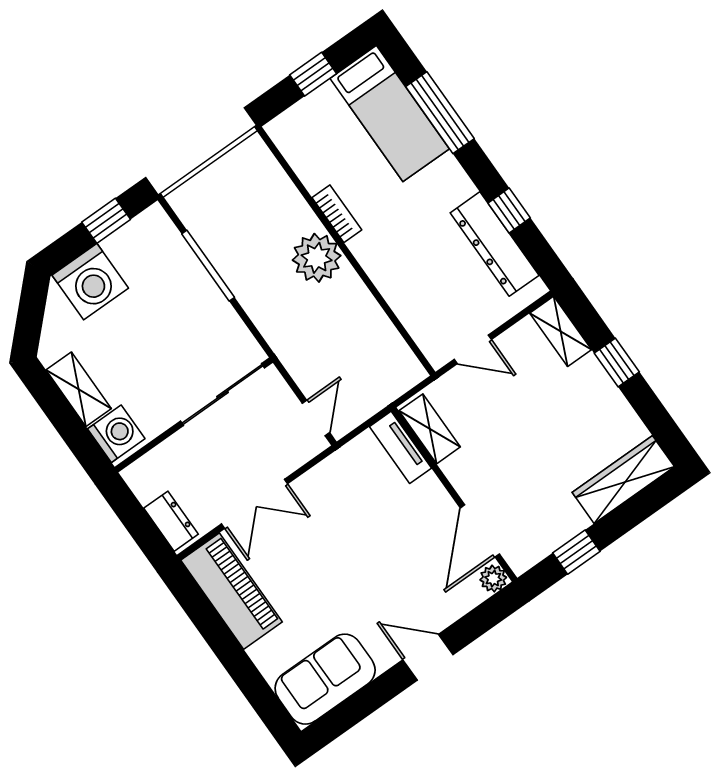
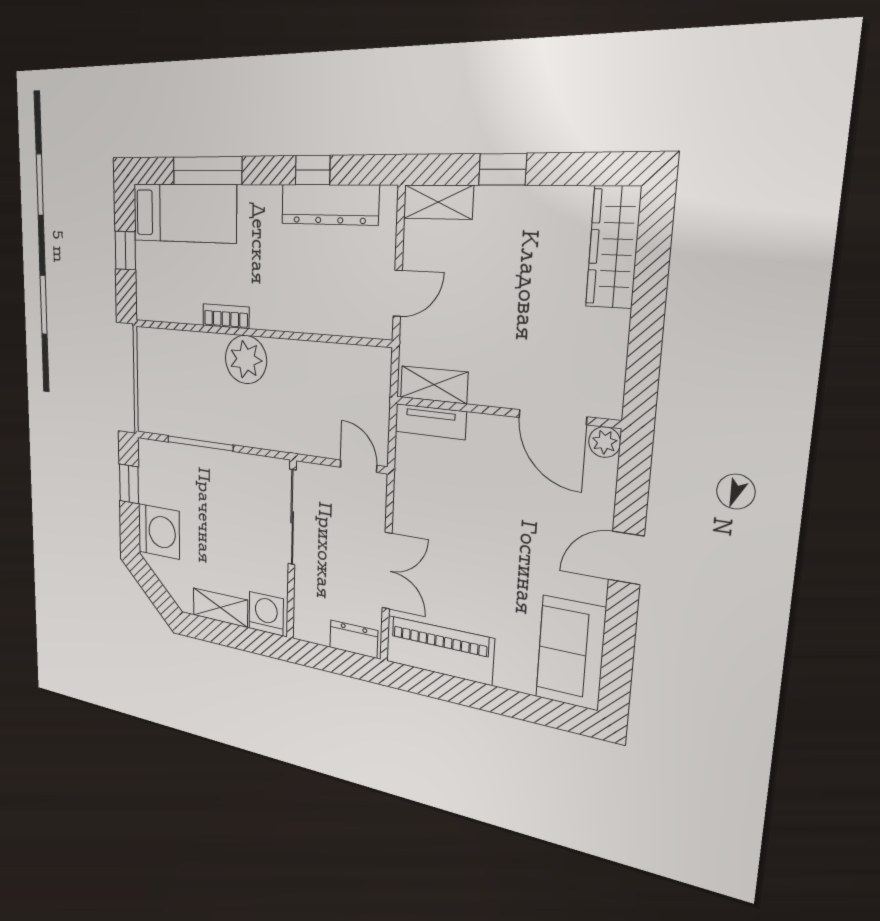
window: (576, 552) -> (645, 347), removed

